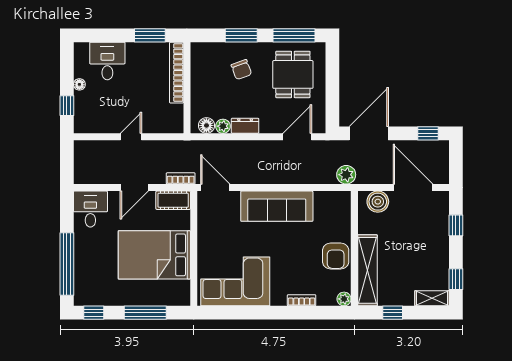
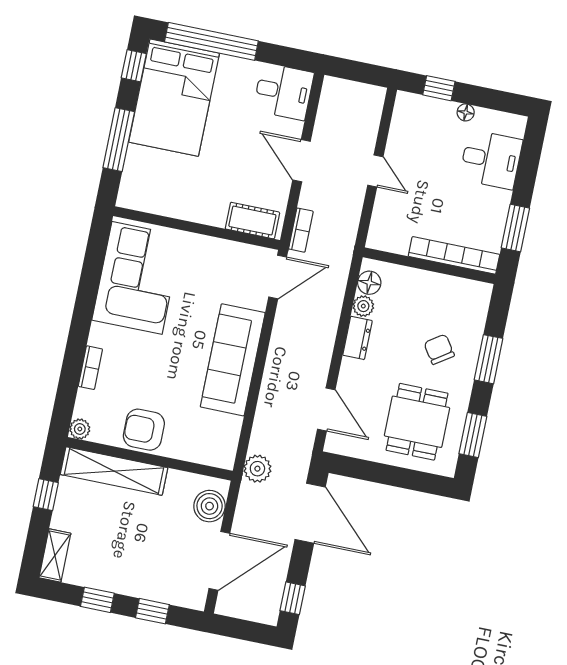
window: (294, 35) -> (473, 435), width x0.69
chair: (241, 70) -> (439, 349), turned 76
dining table: (293, 74) -> (417, 422), turned 90
cot: (173, 200) -> (252, 221), moved, turned 90
bed: (154, 255) -> (174, 98), moved, turned 180
window: (456, 279) -> (97, 600), moved

